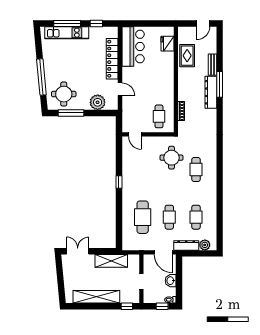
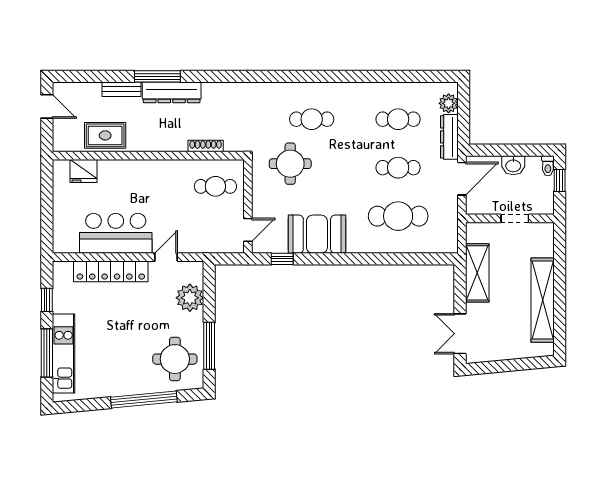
bar counter: (133, 46) -> (116, 233), moved
booth: (133, 172) -> (317, 234), added
window: (119, 182) -> (282, 259), moved
window: (127, 306) -> (560, 245), removed

